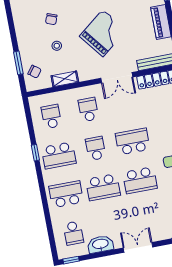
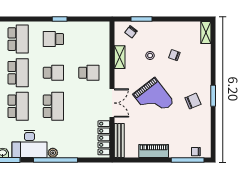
double door: (117, 78) -> (112, 103), swing flipped
school desk: (51, 117) -> (89, 39), removed
school desk: (59, 155) -> (53, 39), width x0.54
school desk: (140, 180) -> (18, 106), turned 180
school desk: (103, 187) -> (18, 73), turned 180

